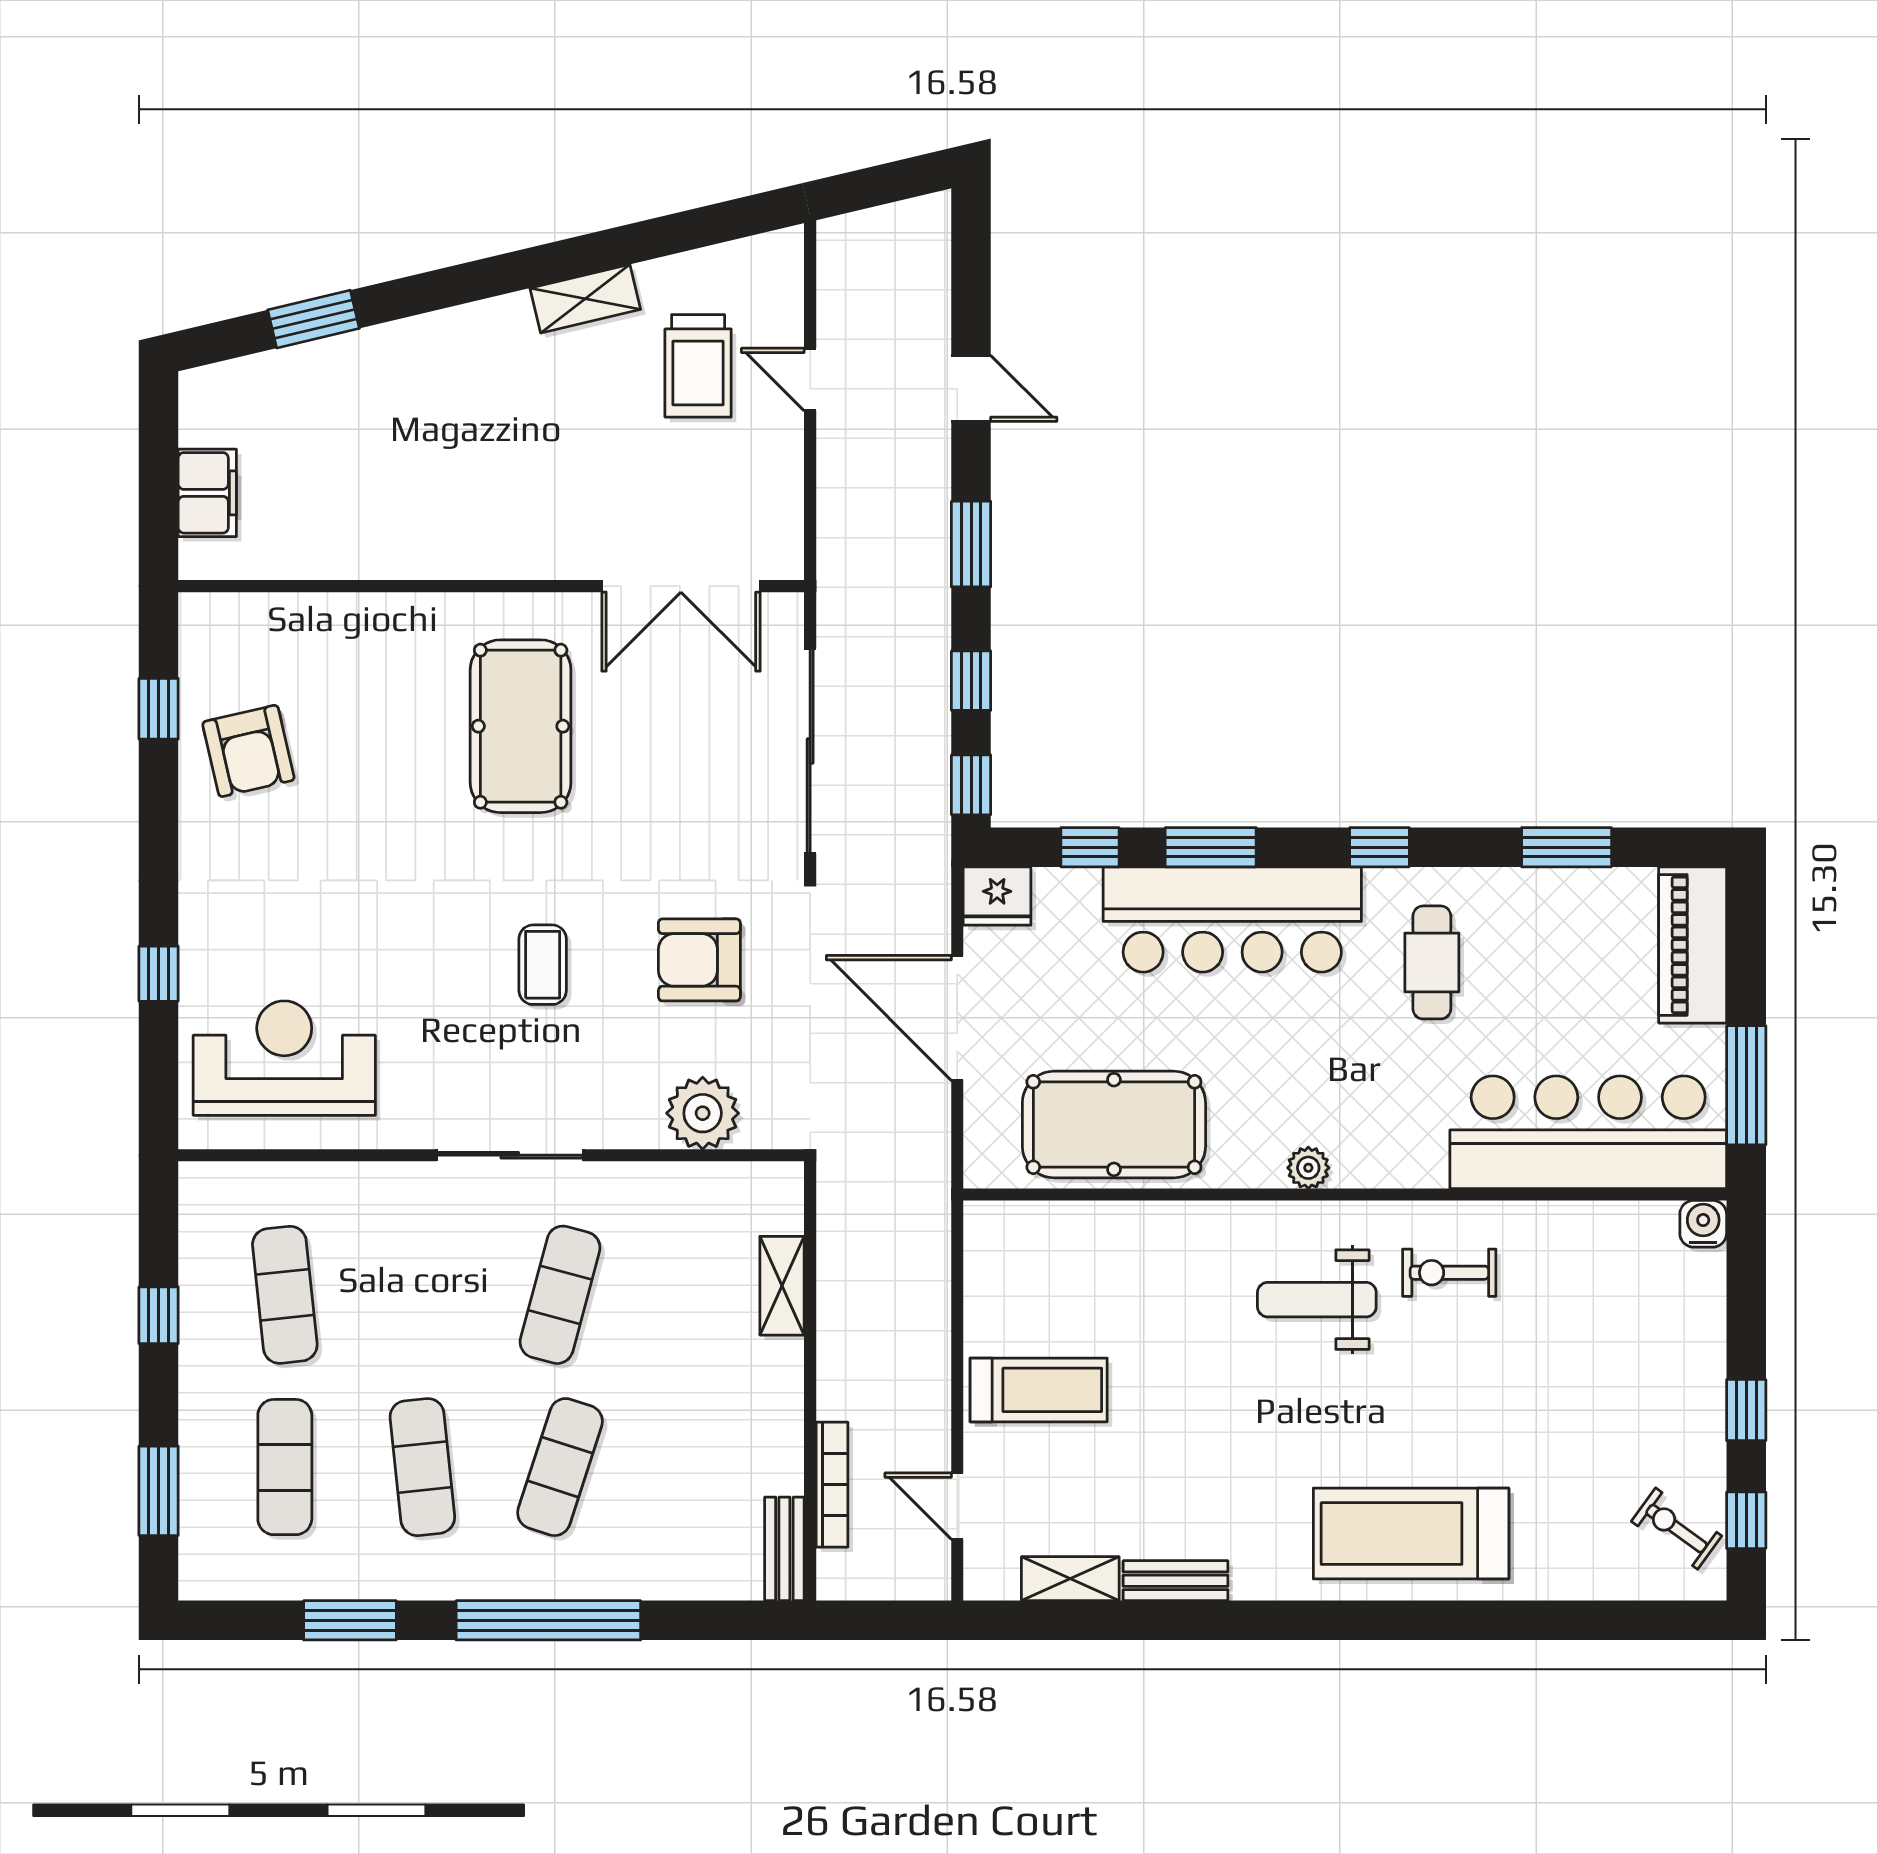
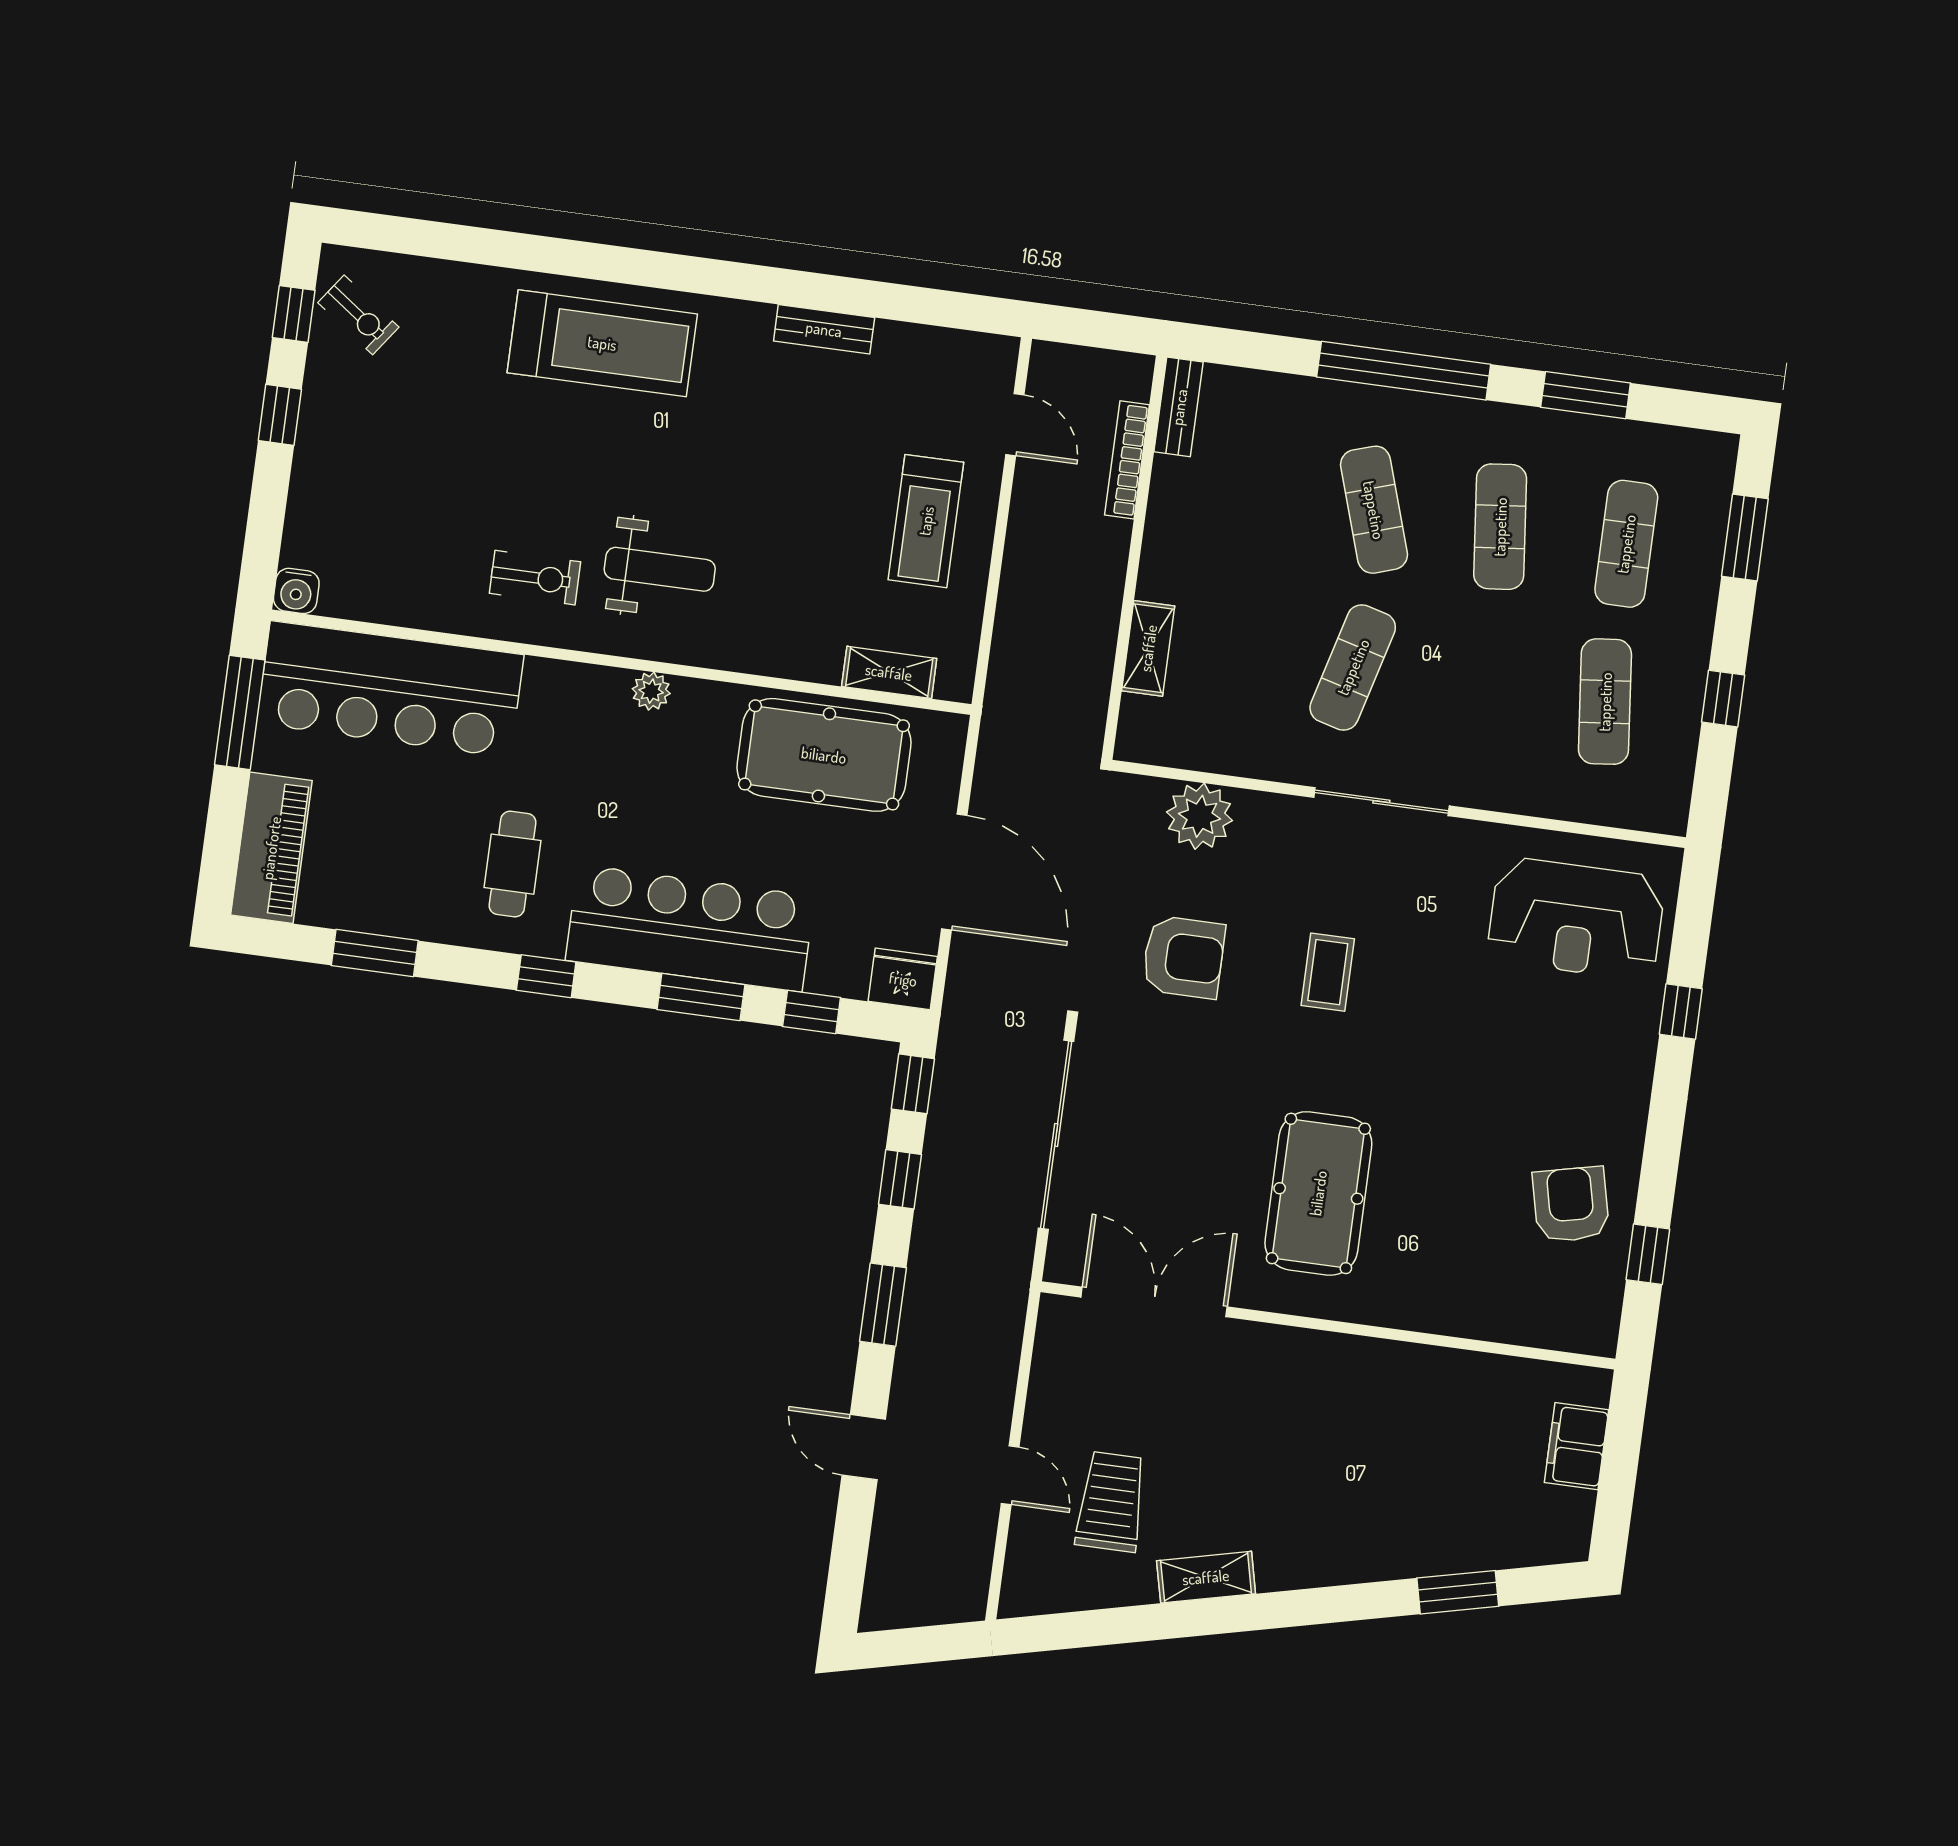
treadmill: (1039, 1390) -> (926, 521), turned -90
exercise mat: (560, 1467) -> (1374, 510), turned -36
shelving: (1070, 1579) -> (889, 672), moved

